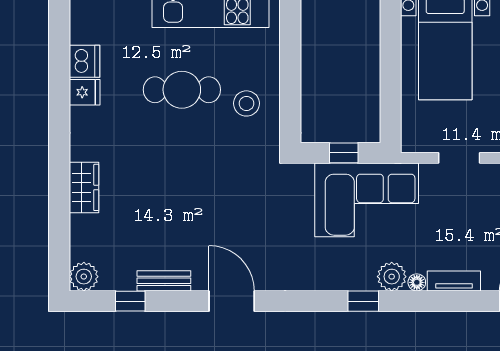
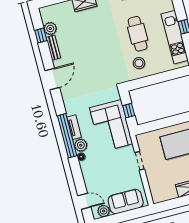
plant: (84, 277) -> (50, 29), moved
tv unit: (454, 281) -> (74, 127), moved
window: (363, 301) -> (67, 136), width x3.17

